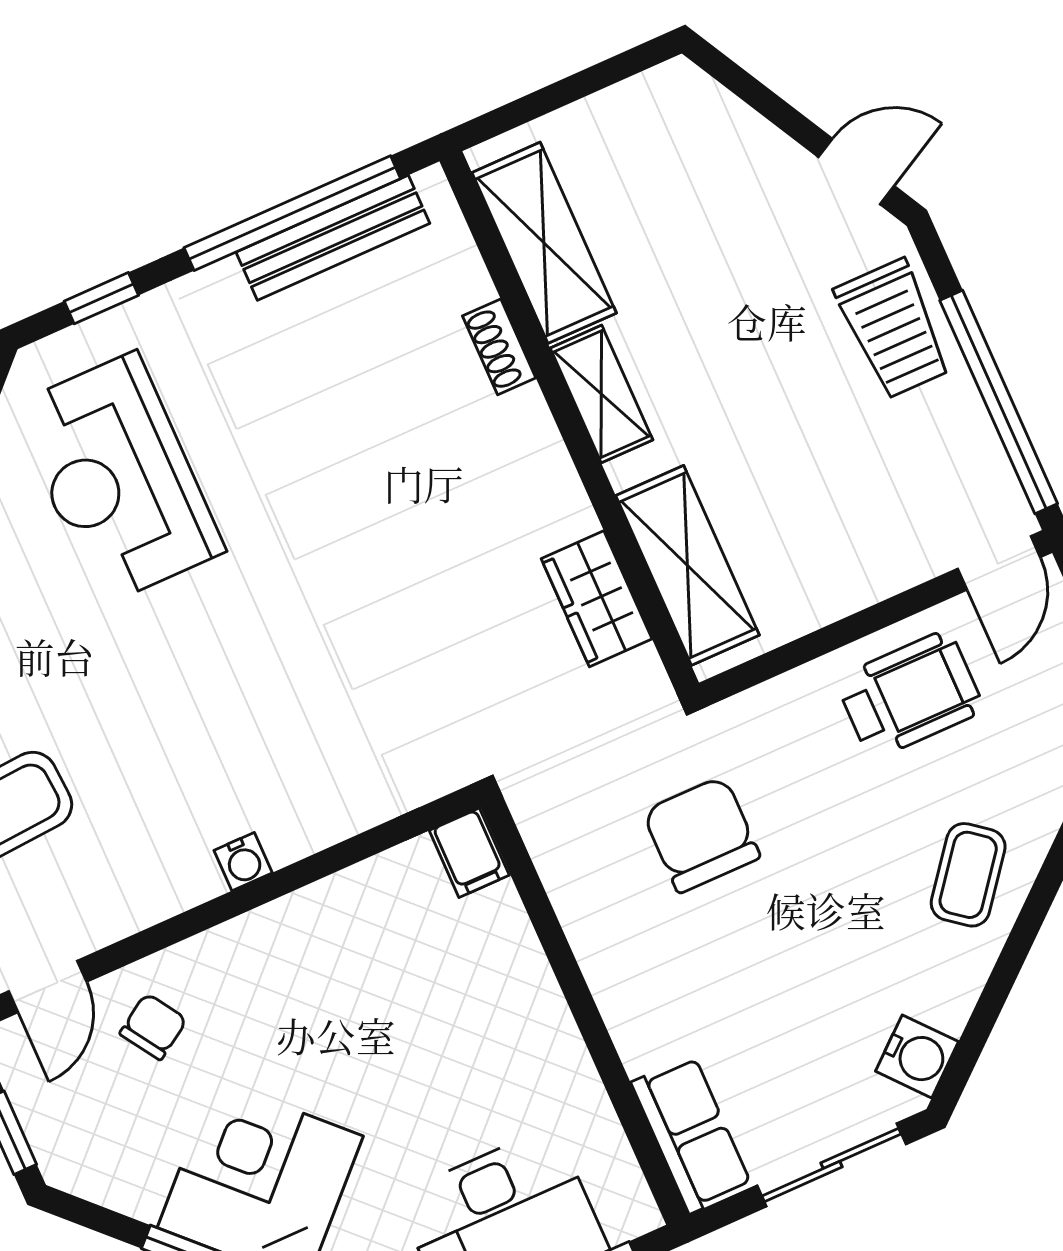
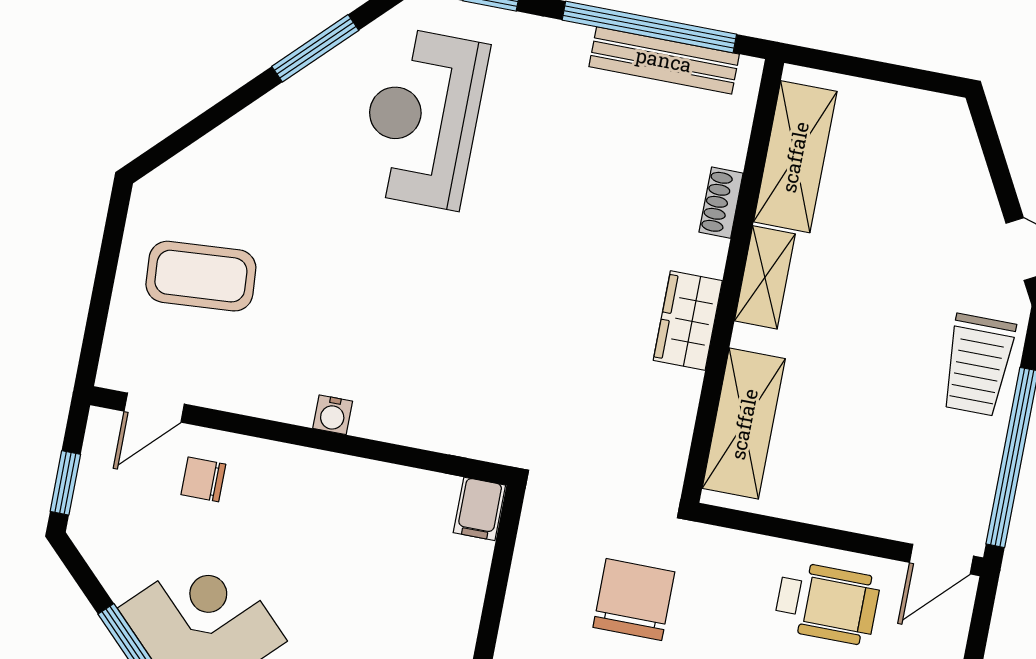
wardrobe: (597, 599) -> (688, 321), moved
chair: (153, 1027) -> (203, 479), turned -147

